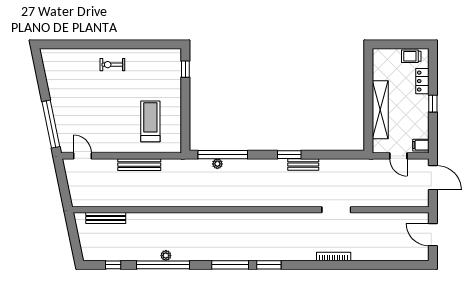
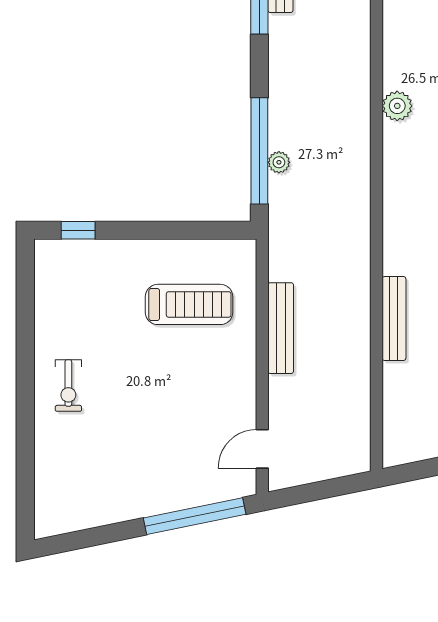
treadmill: (150, 121) -> (189, 304), turned 180
bench: (106, 218) -> (394, 318), moved
plant: (244, 219) -> (397, 106), added

